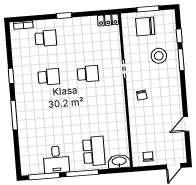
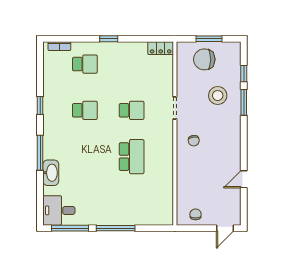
school desk: (94, 151) -> (132, 157), moved
desk: (56, 160) -> (59, 210), moved, turned 90
washbasin: (119, 161) -> (51, 173), moved, turned 90

